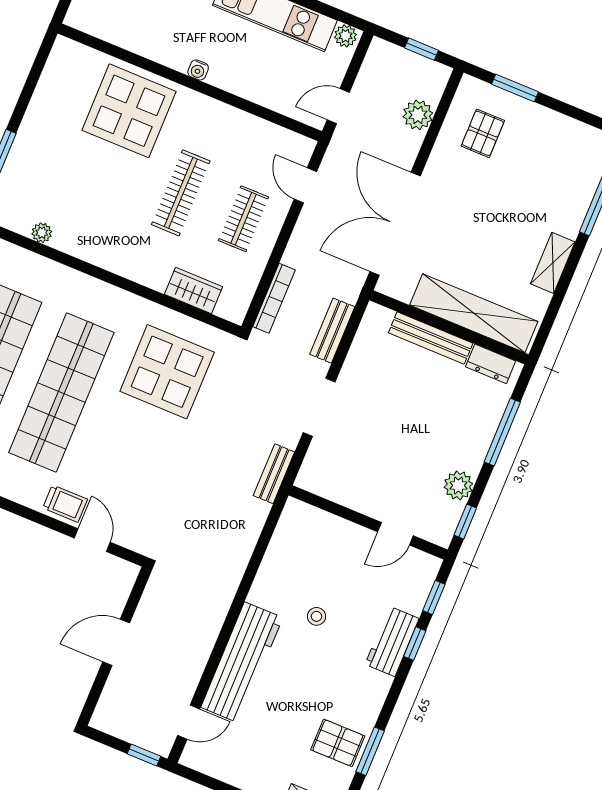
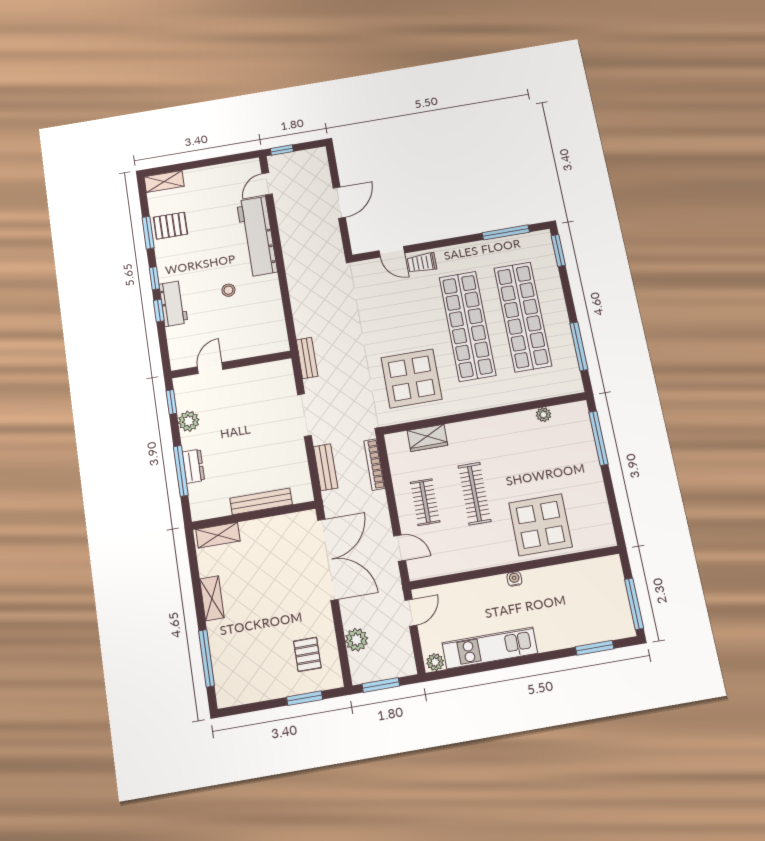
window: (422, 49) -> (381, 685), width x1.50
shelving: (474, 313) -> (218, 535), width x0.45, depth x0.75
dresser: (491, 364) -> (193, 466), moved, turned 90
window: (434, 597) -> (154, 278), moved

